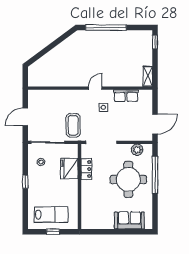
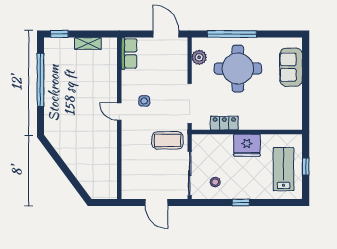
window: (106, 28) -> (41, 80), moved
shelving: (148, 76) -> (88, 43), moved
row of seats: (126, 96) -> (129, 53), moved
fridge: (69, 168) -> (247, 145), moved

